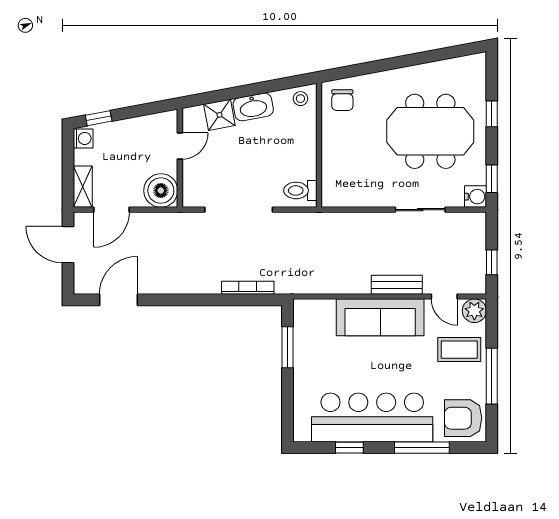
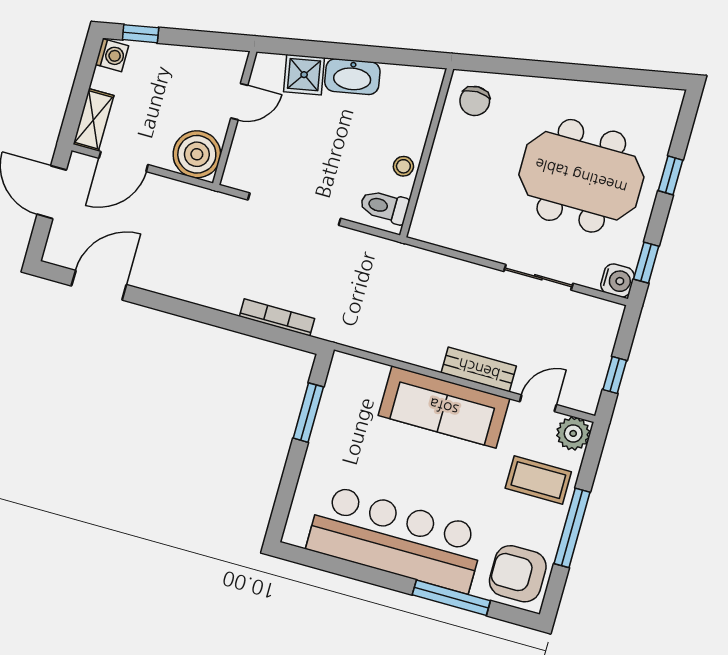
stool: (300, 99) -> (403, 166), moved
door: (444, 297) -> (538, 403), swing flipped
window: (349, 448) -> (354, 571), removed

